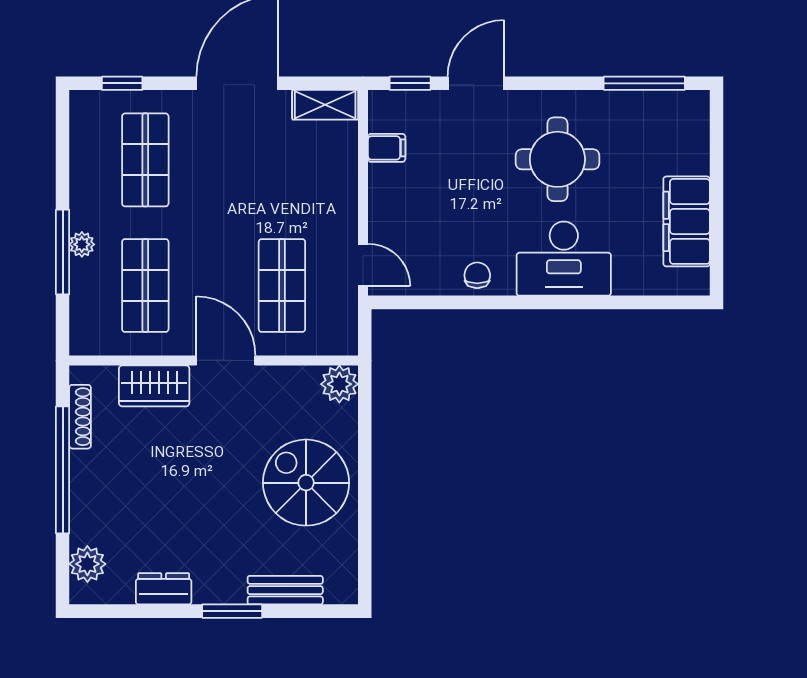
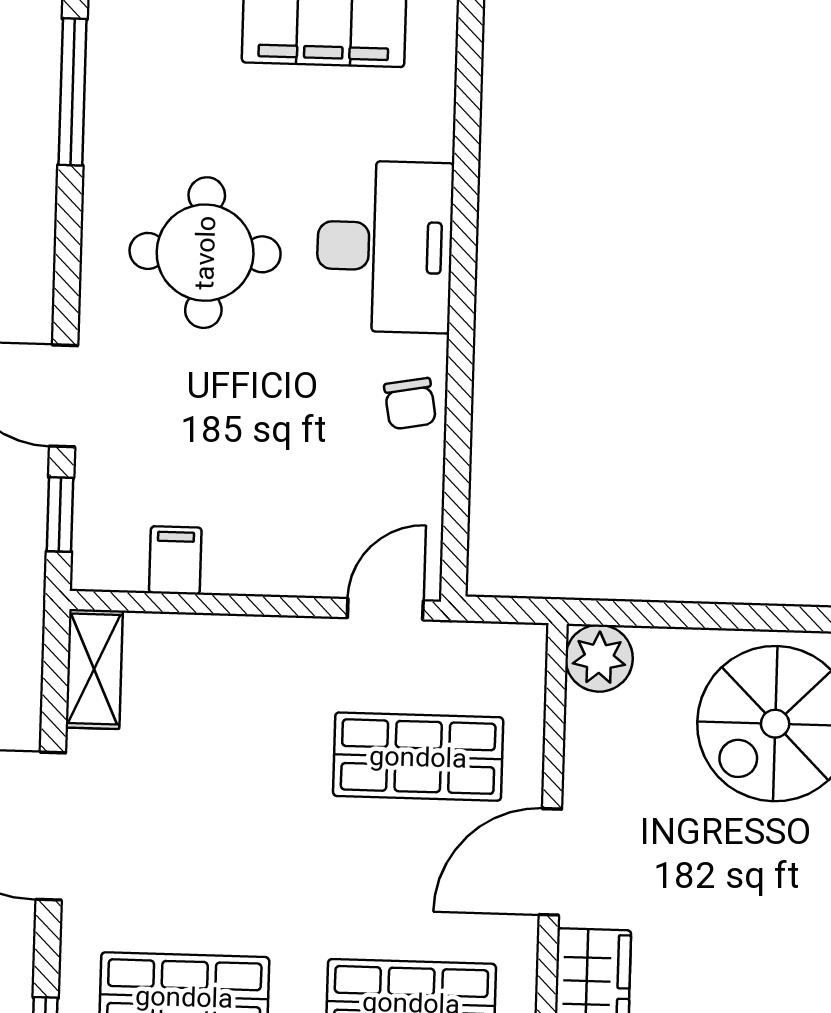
chair: (477, 275) -> (410, 404), turned -100

